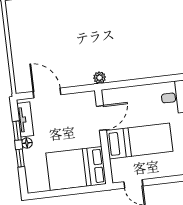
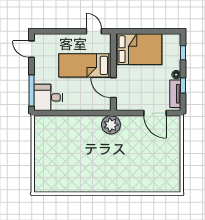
plant: (100, 78) -> (111, 125), width x1.88, depth x1.88
door: (101, 118) -> (113, 88), hinge flipped
window: (20, 158) -> (183, 53), moved

